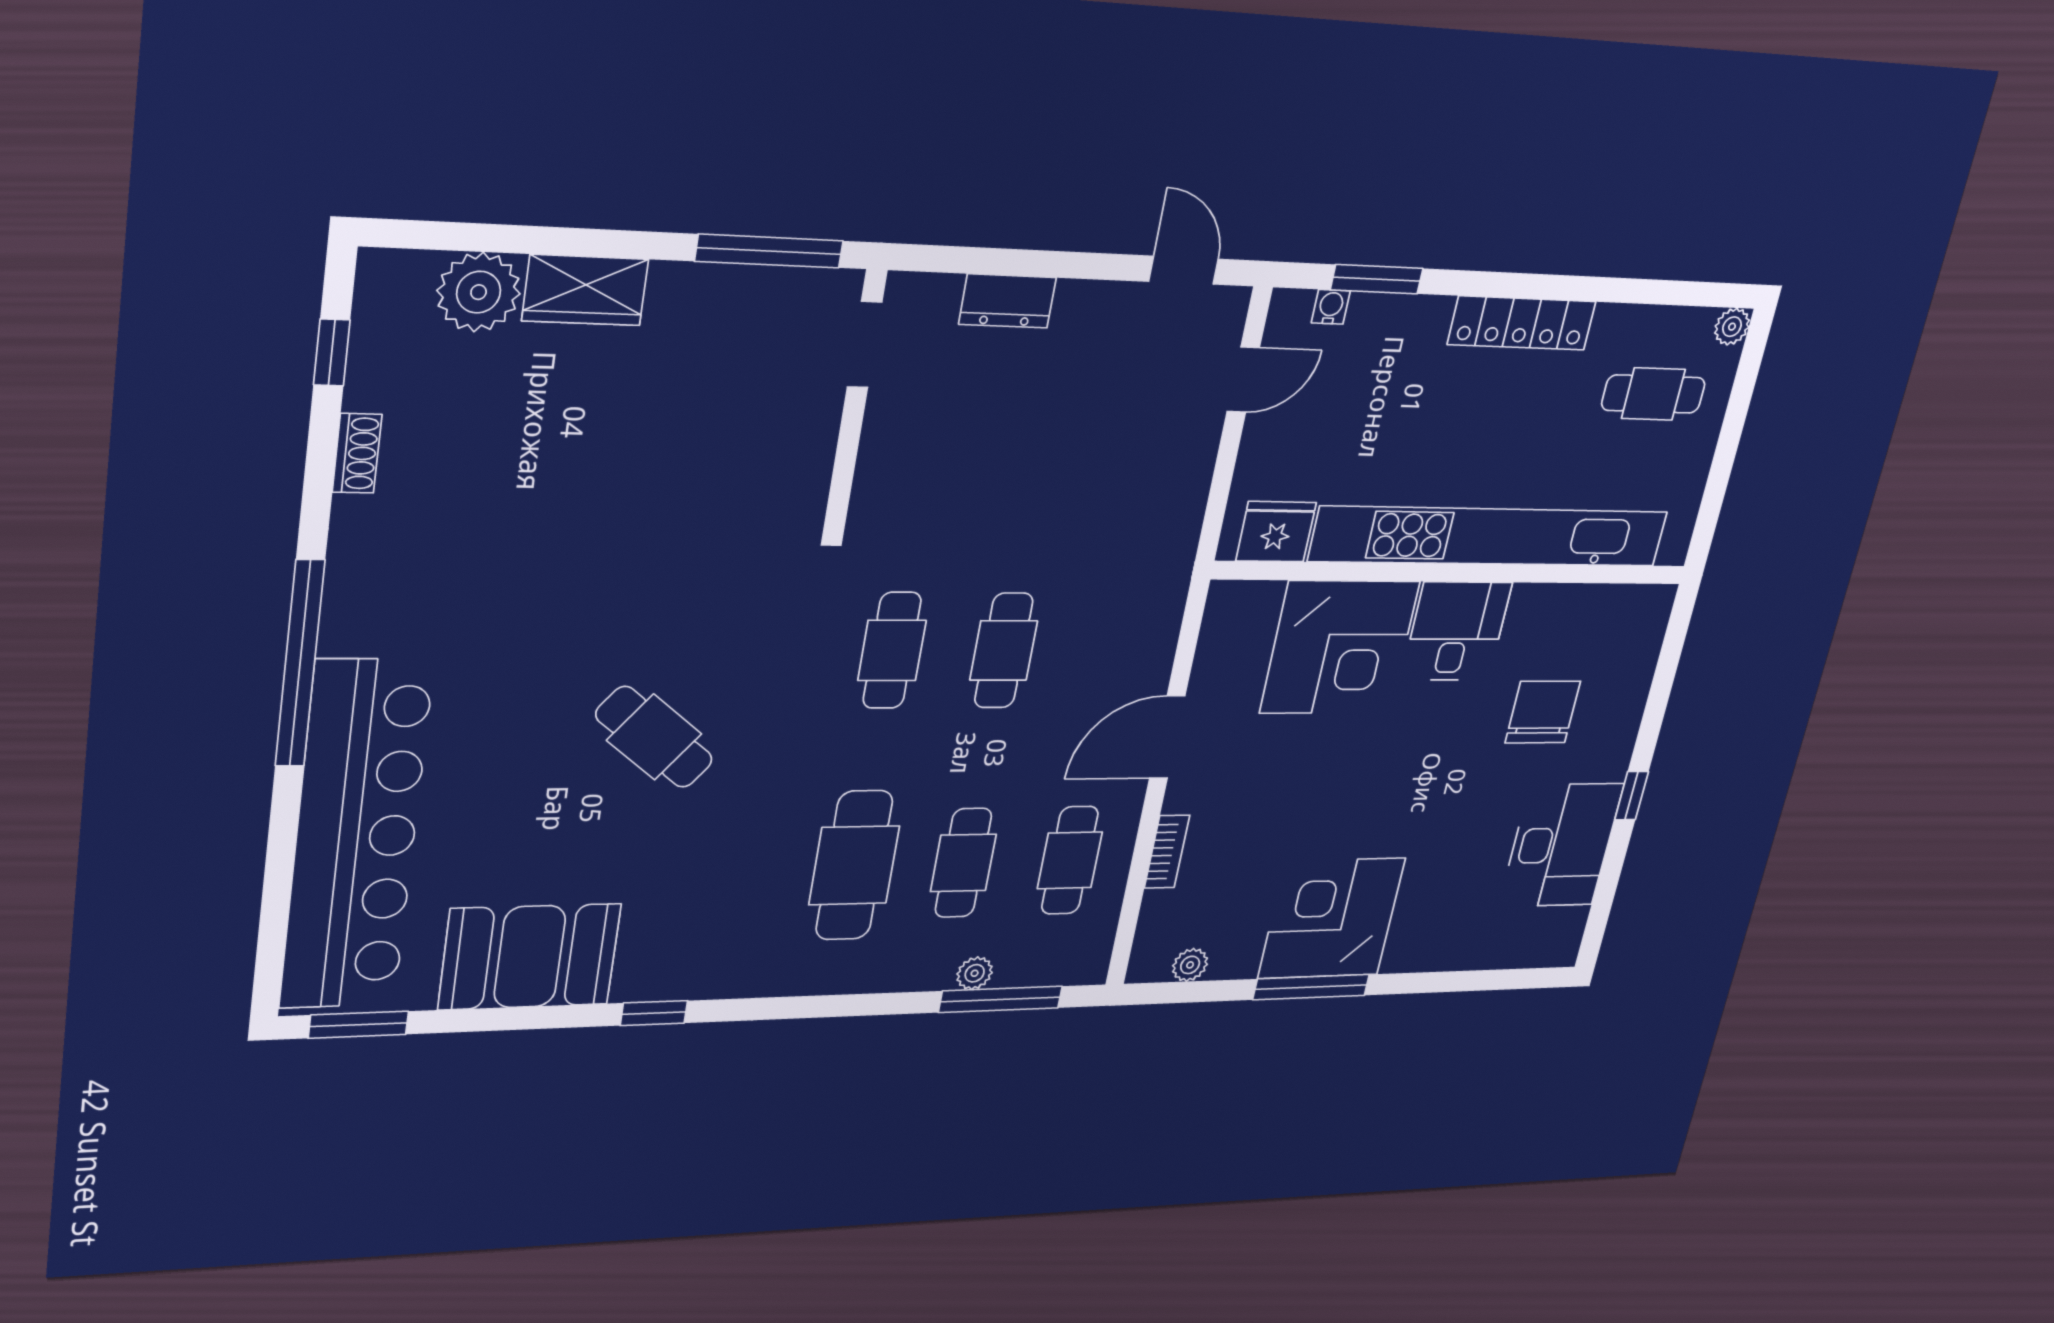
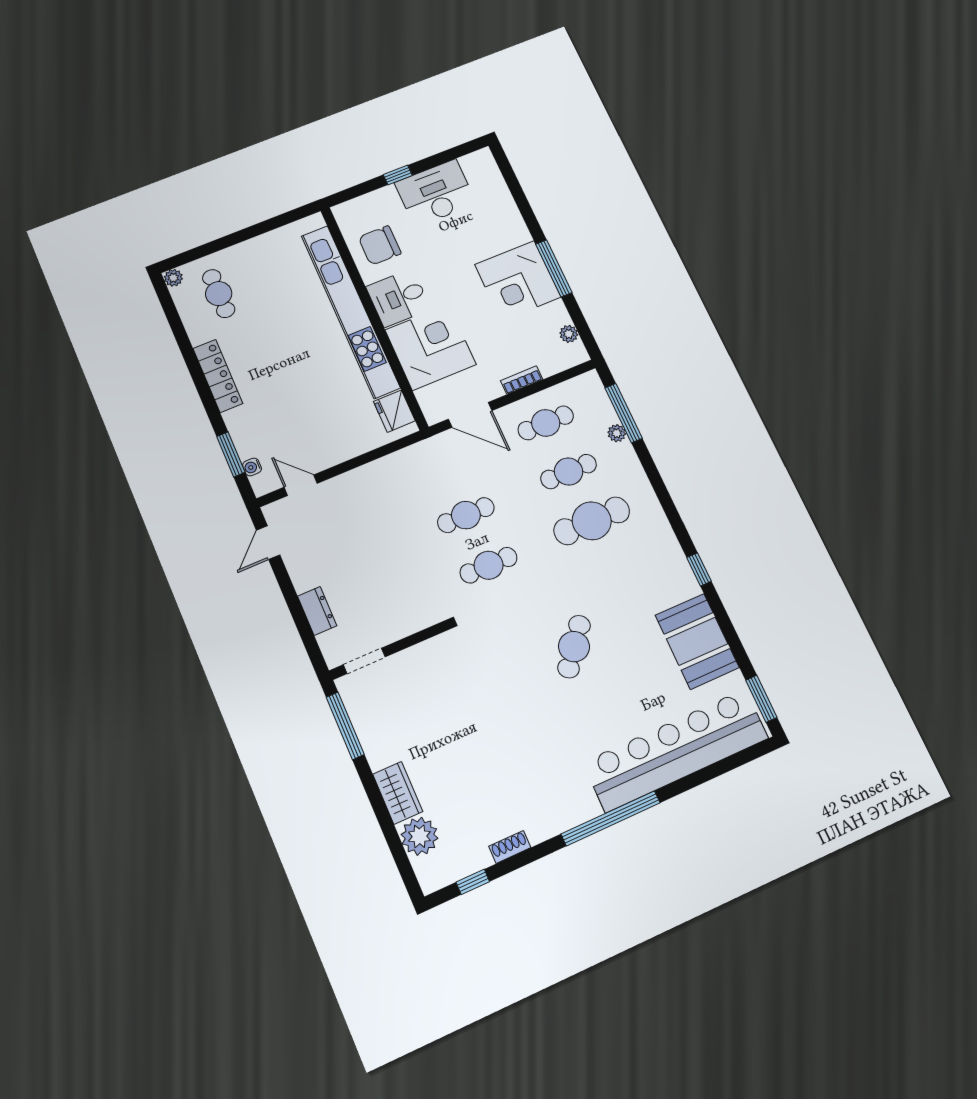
fridge: (1276, 532) -> (394, 411), moved
kitchen unit: (1490, 536) -> (350, 311), moved
wall: (1454, 573) -> (374, 317), moved
desk: (1456, 631) -> (398, 298), moved
corner desk: (1340, 648) -> (431, 347), moved

